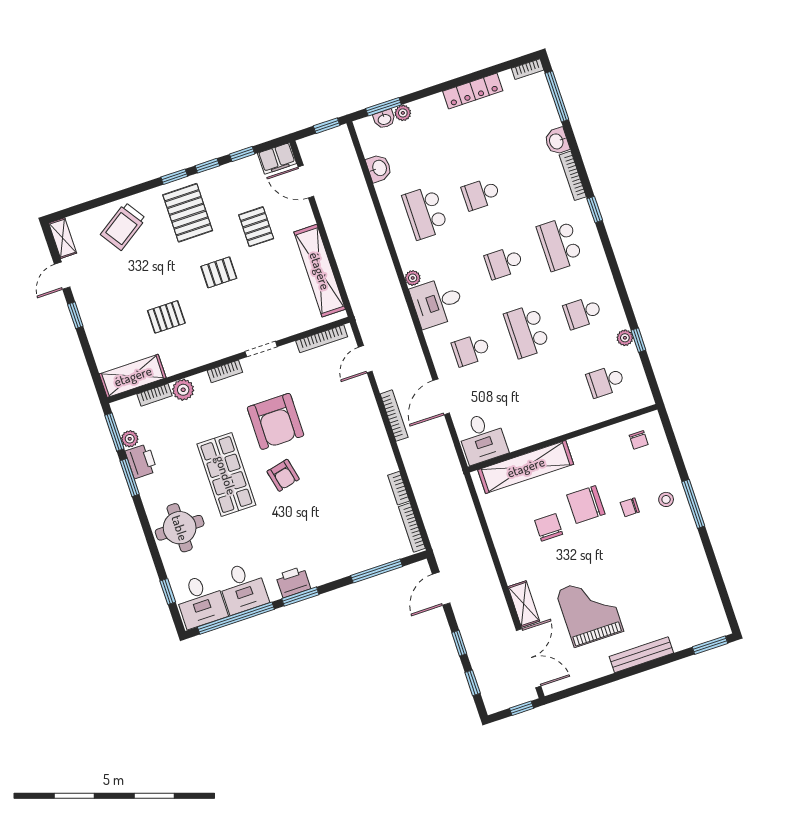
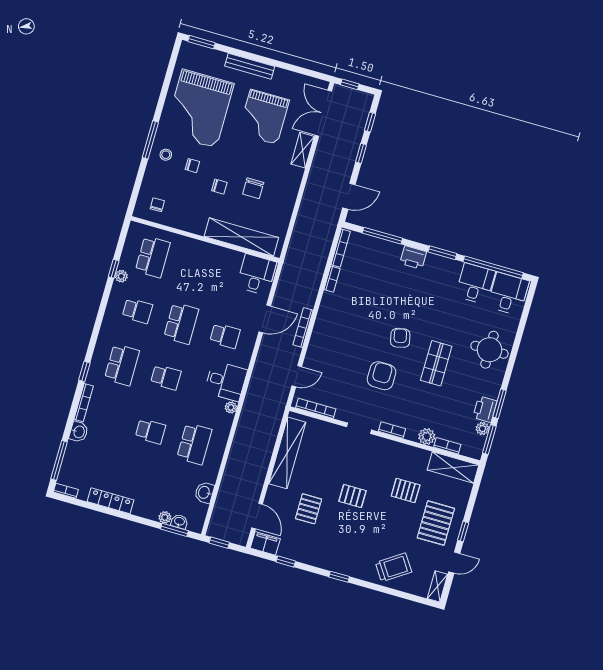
window: (207, 166) -> (313, 569), removed
pallet: (188, 213) -> (436, 523), moved
school desk: (606, 381) -> (153, 257), width x1.85
armchair: (276, 421) -> (382, 376), width x0.73, depth x0.73
shop shelf: (226, 475) -> (436, 363), width x0.70, depth x0.74
chair: (586, 504) -> (219, 187), width x0.54, depth x0.54
grand piano: (664, 573) -> (199, 109), added
printer: (293, 582) -> (413, 257), moved
window: (168, 591) -> (525, 314), removed

